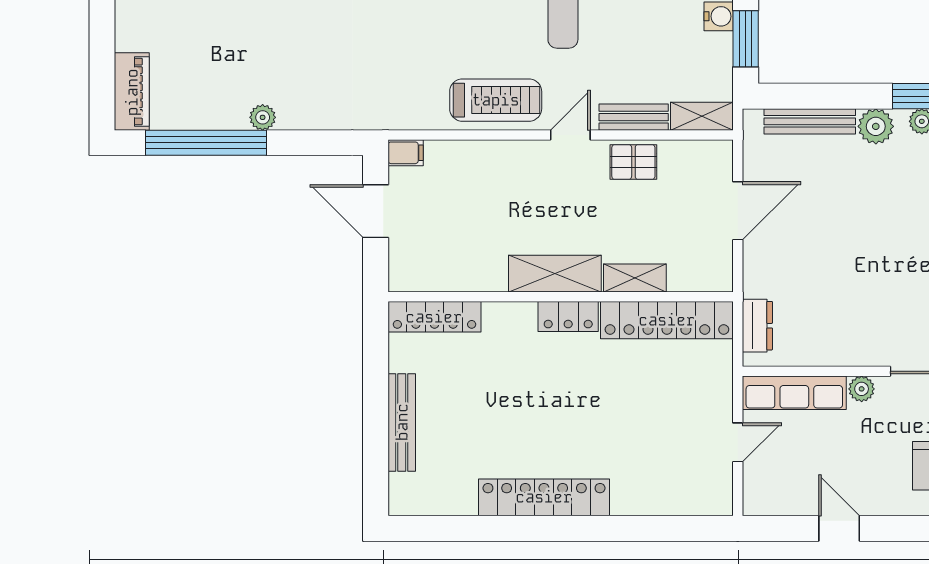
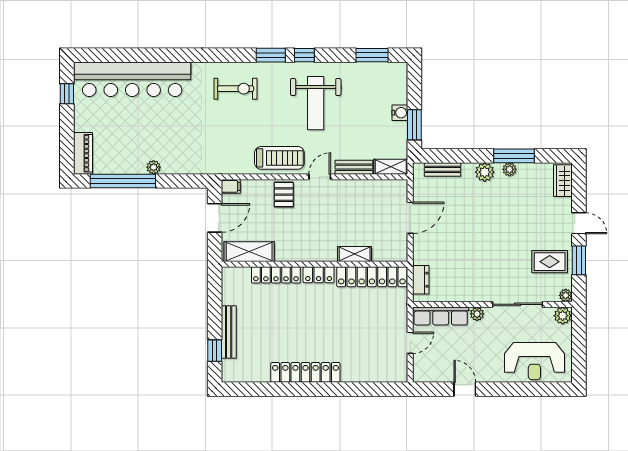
bench: (810, 121) -> (442, 169), width x0.73
pallet: (633, 162) -> (284, 195), moved, turned 90
door: (376, 211) -> (215, 218), swing flipped
shelving: (555, 274) -> (249, 252), moved
locker: (434, 317) -> (276, 275), moved
window: (376, 457) -> (215, 351), added

